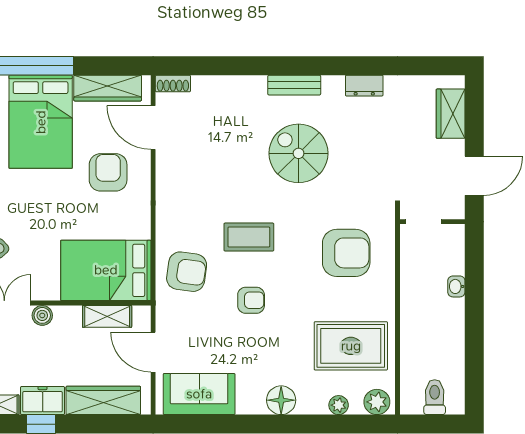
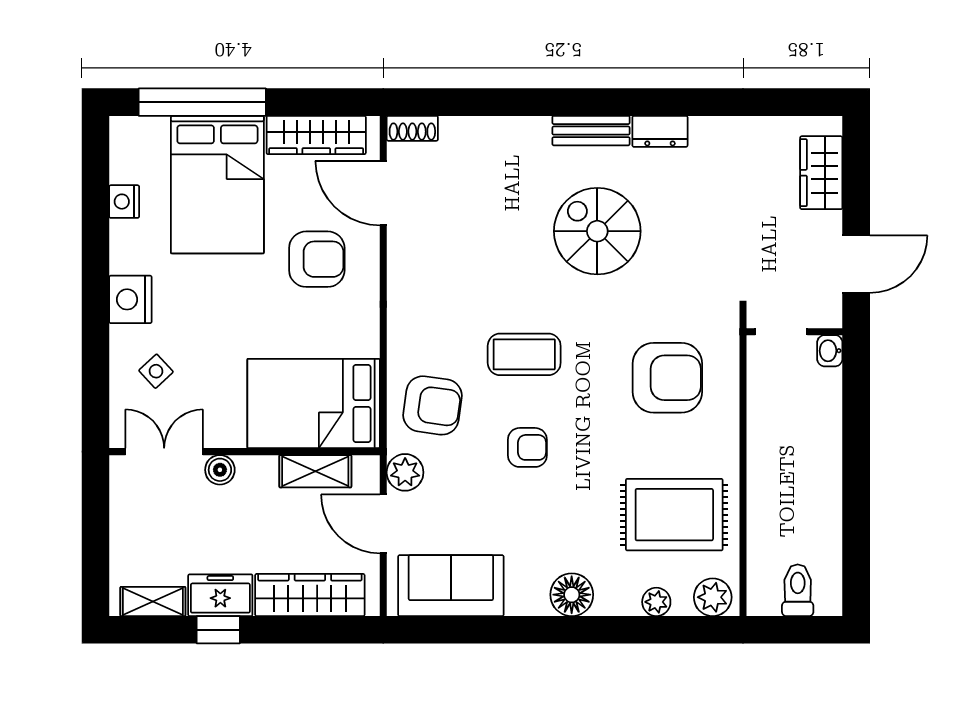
dresser: (364, 86) -> (660, 131), moved
armchair: (108, 172) -> (317, 259), turned 90
washbasin: (456, 286) -> (830, 351), moved
plant: (168, 317) -> (405, 472), added

